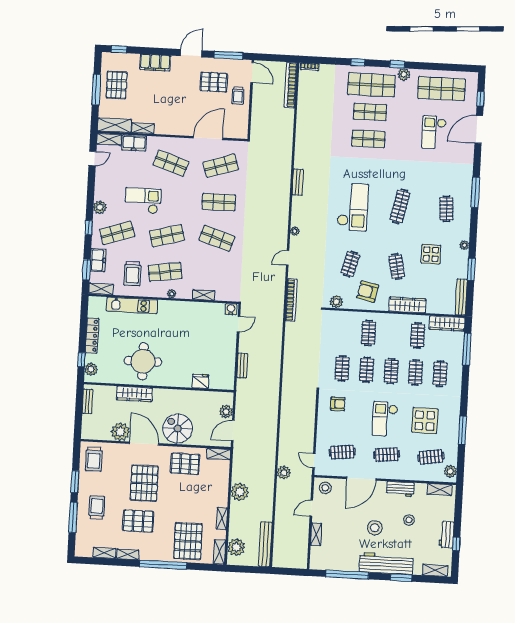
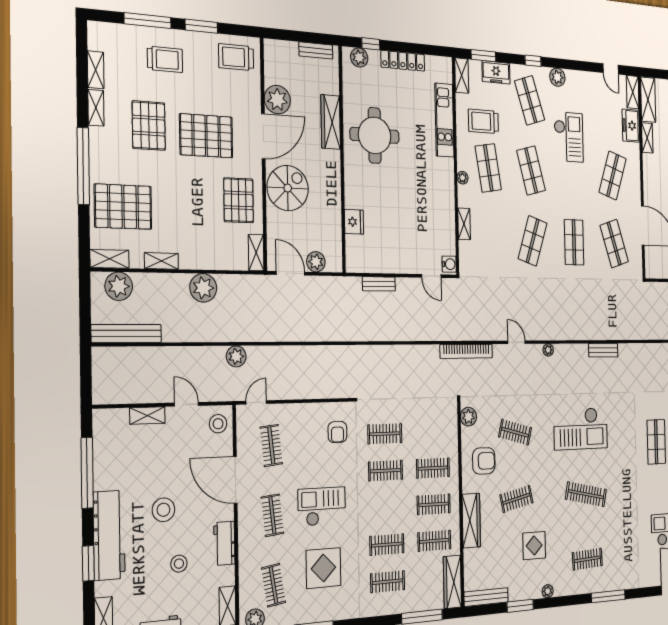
armchair: (368, 292) -> (484, 461), turned 78
clothes rail: (391, 371) -> (434, 504), moved

